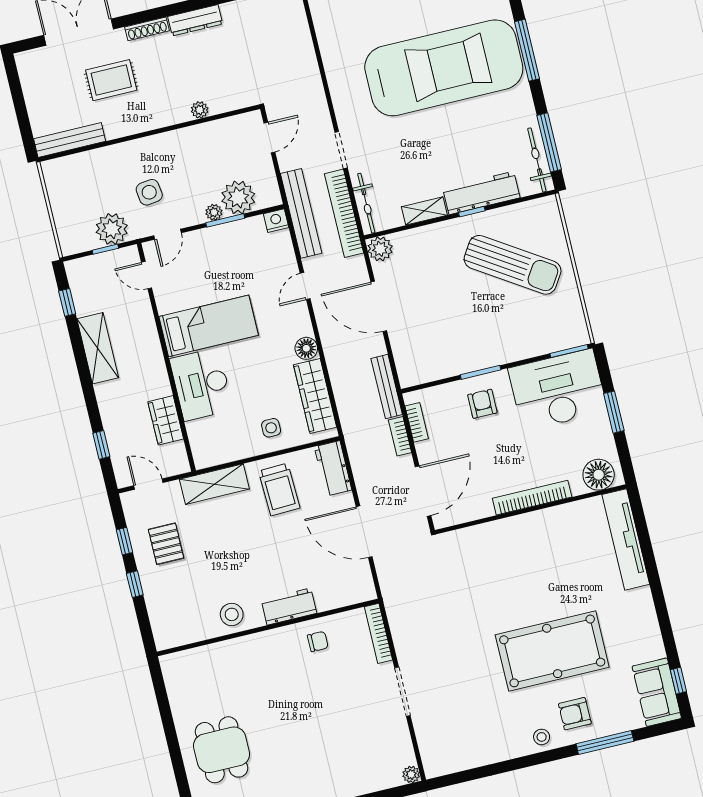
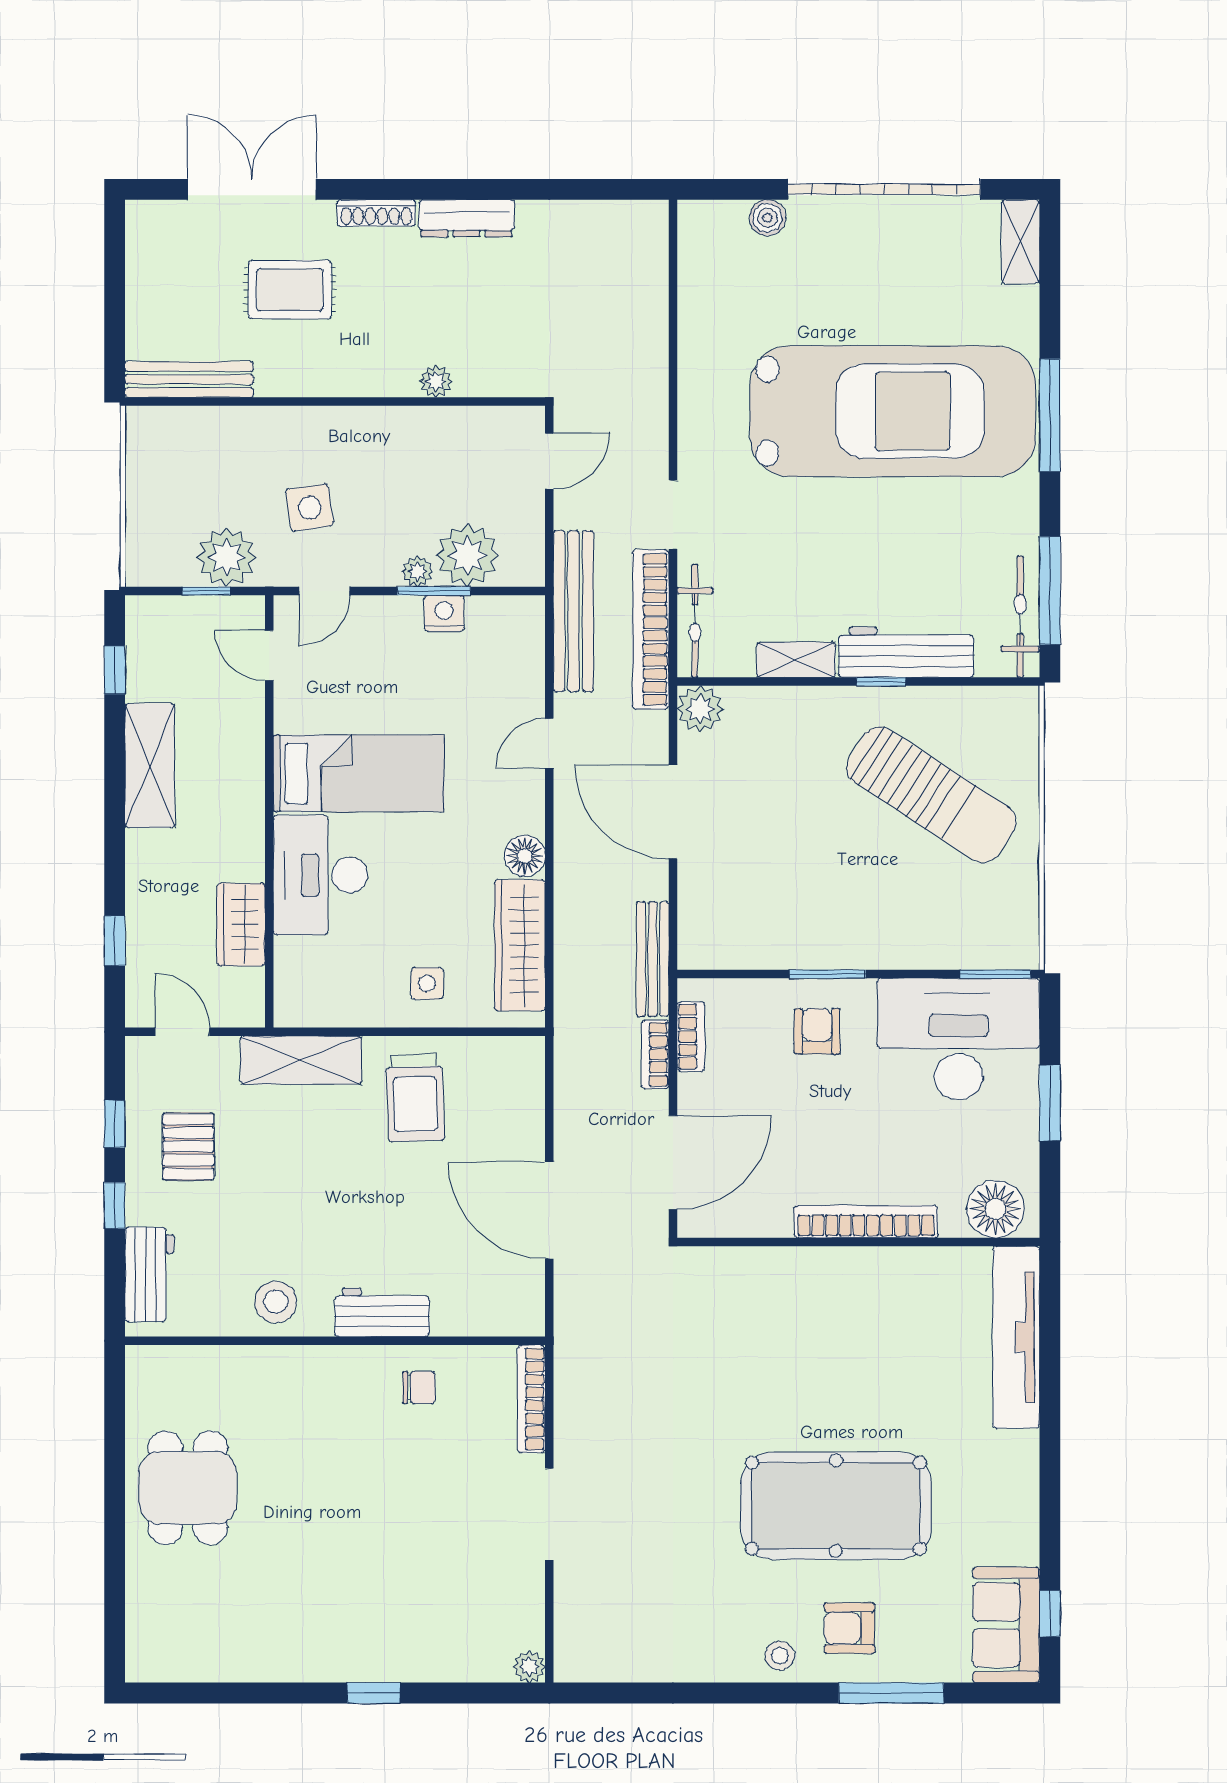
nightstand: (276, 221) -> (444, 613), moved
workbench: (333, 468) -> (149, 1274), moved, turned 180
dining table: (222, 750) -> (188, 1488), moved

